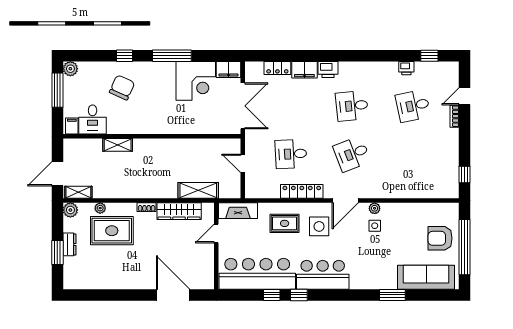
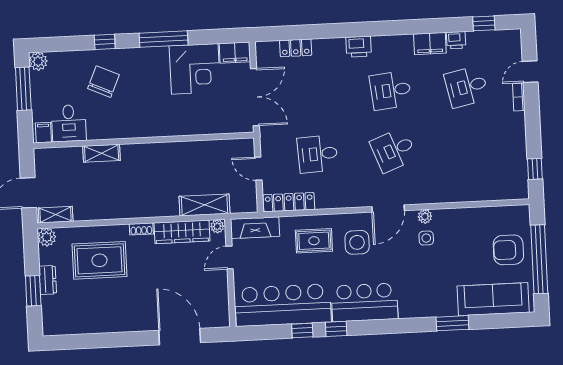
filing cabinet: (304, 70) -> (430, 44), moved
locker: (302, 191) -> (289, 202), moved
plant: (100, 208) -> (217, 226), moved

